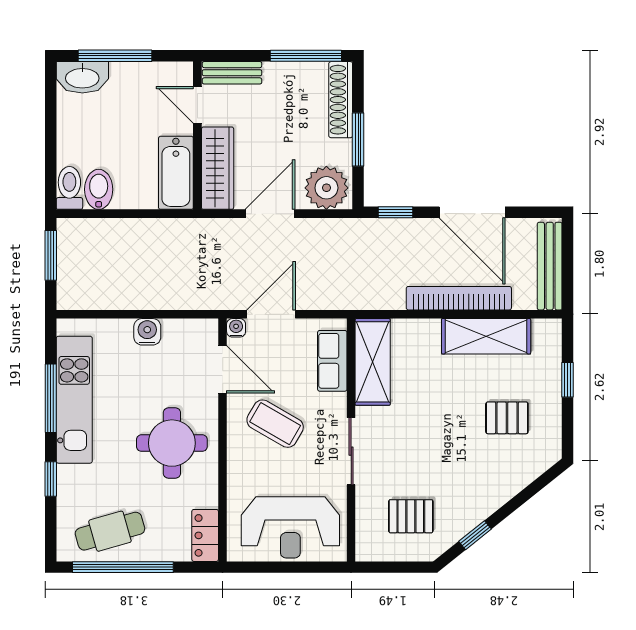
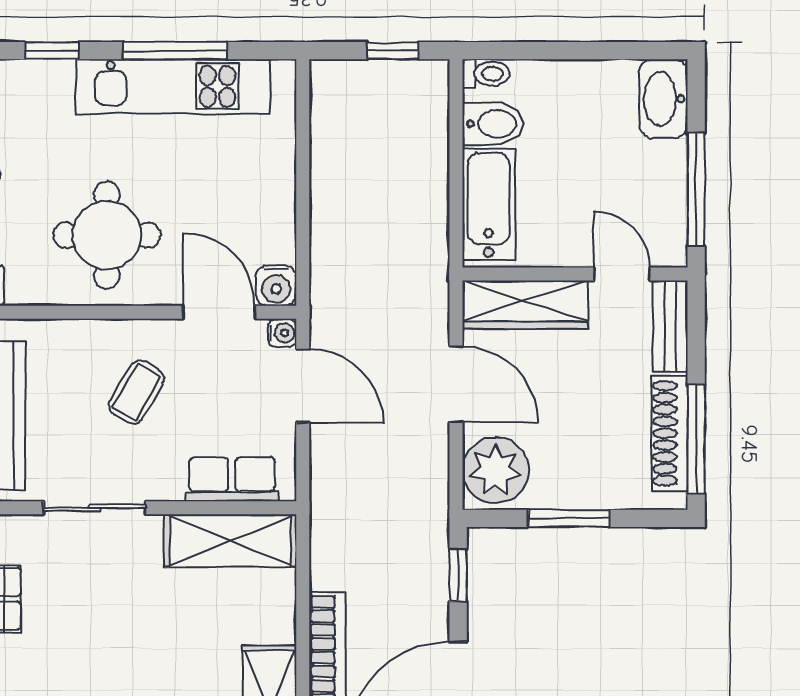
window: (115, 56) -> (696, 189), moved
shoe rack: (341, 100) -> (670, 433), moved, turned -90
door: (197, 105) -> (622, 274), hinge flipped
bathtub: (176, 173) -> (489, 204), moved, turned 90
toilet: (69, 188) -> (486, 74), width x0.73, depth x0.72
window: (51, 255) -> (393, 51), width x0.67
water cooler: (147, 332) -> (276, 286), moved, turned 90
door: (223, 369) -> (219, 312), swing flipped
coffee table: (275, 424) -> (136, 392), width x0.73, depth x0.77

